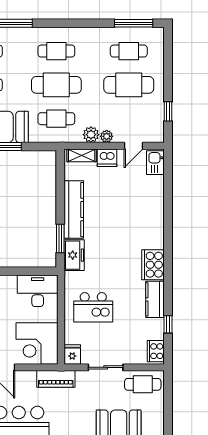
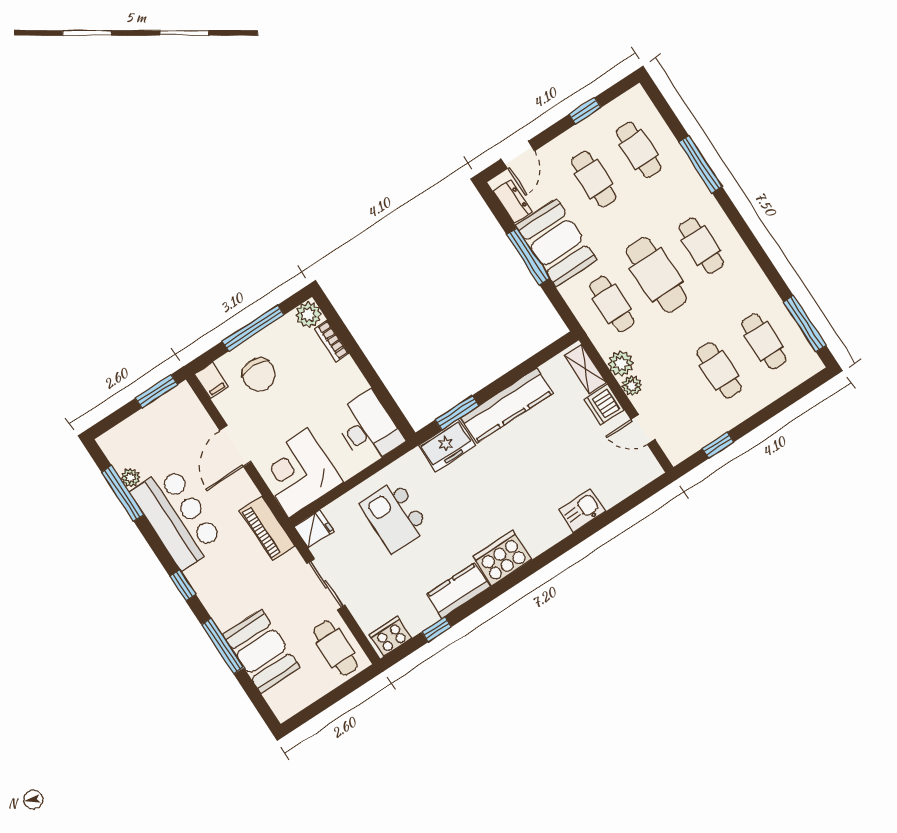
cafe table: (129, 85) -> (719, 370), width x0.73, depth x0.74
kitchen sink: (155, 163) -> (582, 511), moved

